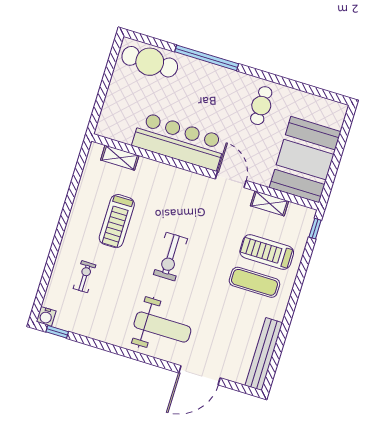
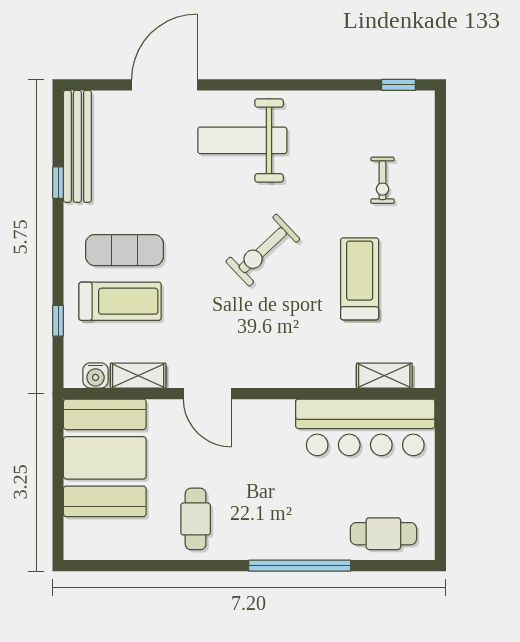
cafe table: (150, 62) -> (383, 534), width x0.73, depth x0.74
bar counter: (179, 141) -> (365, 427), moved
window: (315, 229) -> (58, 321), moved
exercise bike: (170, 257) -> (263, 250), turned -133
water cooler: (46, 316) -> (96, 375), moved, turned 180
window: (282, 336) -> (58, 183), added

